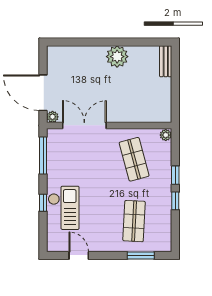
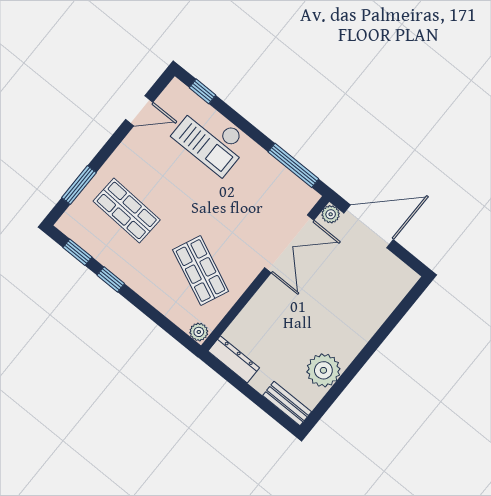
plant: (117, 57) -> (323, 370), moved
dresser: (165, 106) -> (234, 359), added
shop shelf: (134, 159) -> (201, 271), turned 39
window: (175, 175) -> (77, 252), moved
window: (43, 203) -> (202, 91), moved

